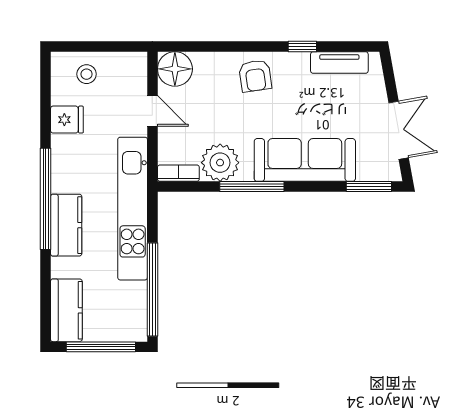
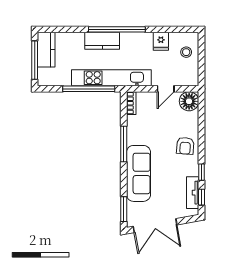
window: (347, 47) -> (202, 197), added
armchair: (255, 76) -> (185, 146), turned -78
double door: (399, 130) -> (155, 226), width x1.37
plant: (220, 163) -> (137, 126), removed
window: (152, 289) -> (89, 89), moved
kitchen counter: (66, 310) -> (46, 50), moved, turned -90

